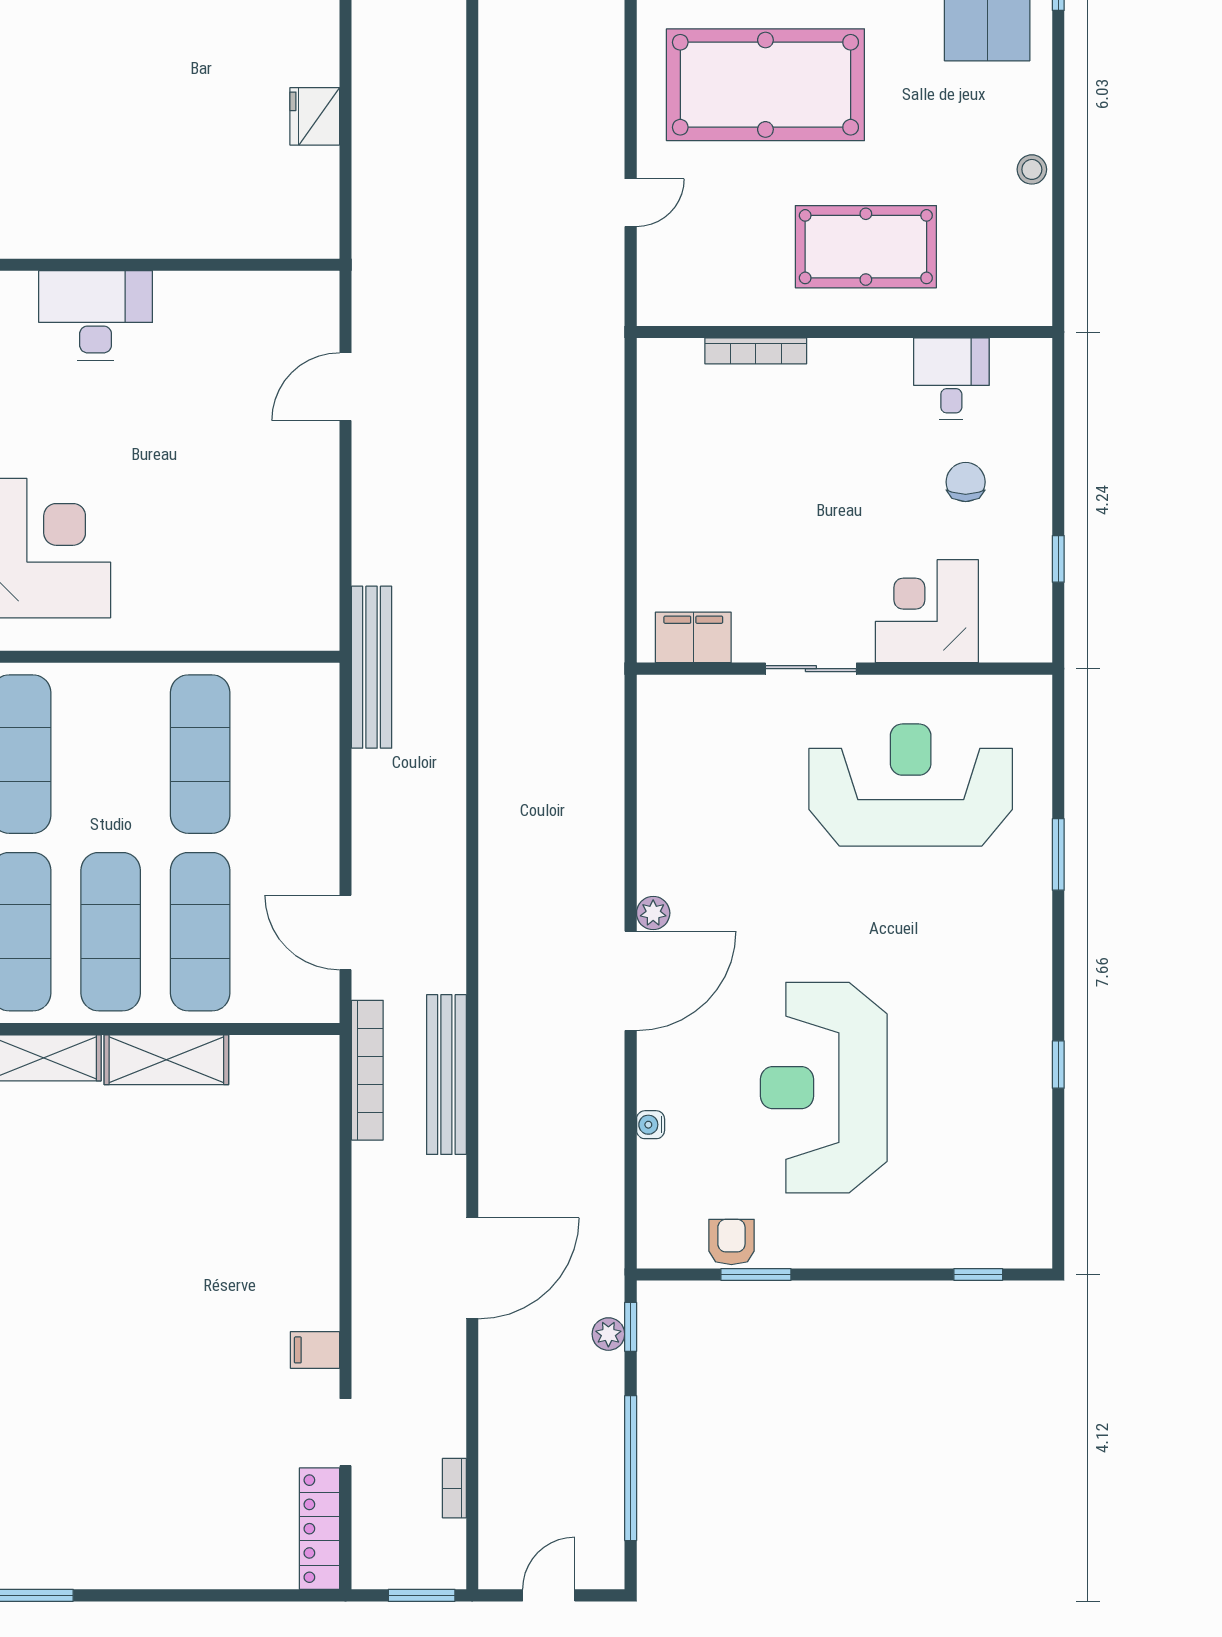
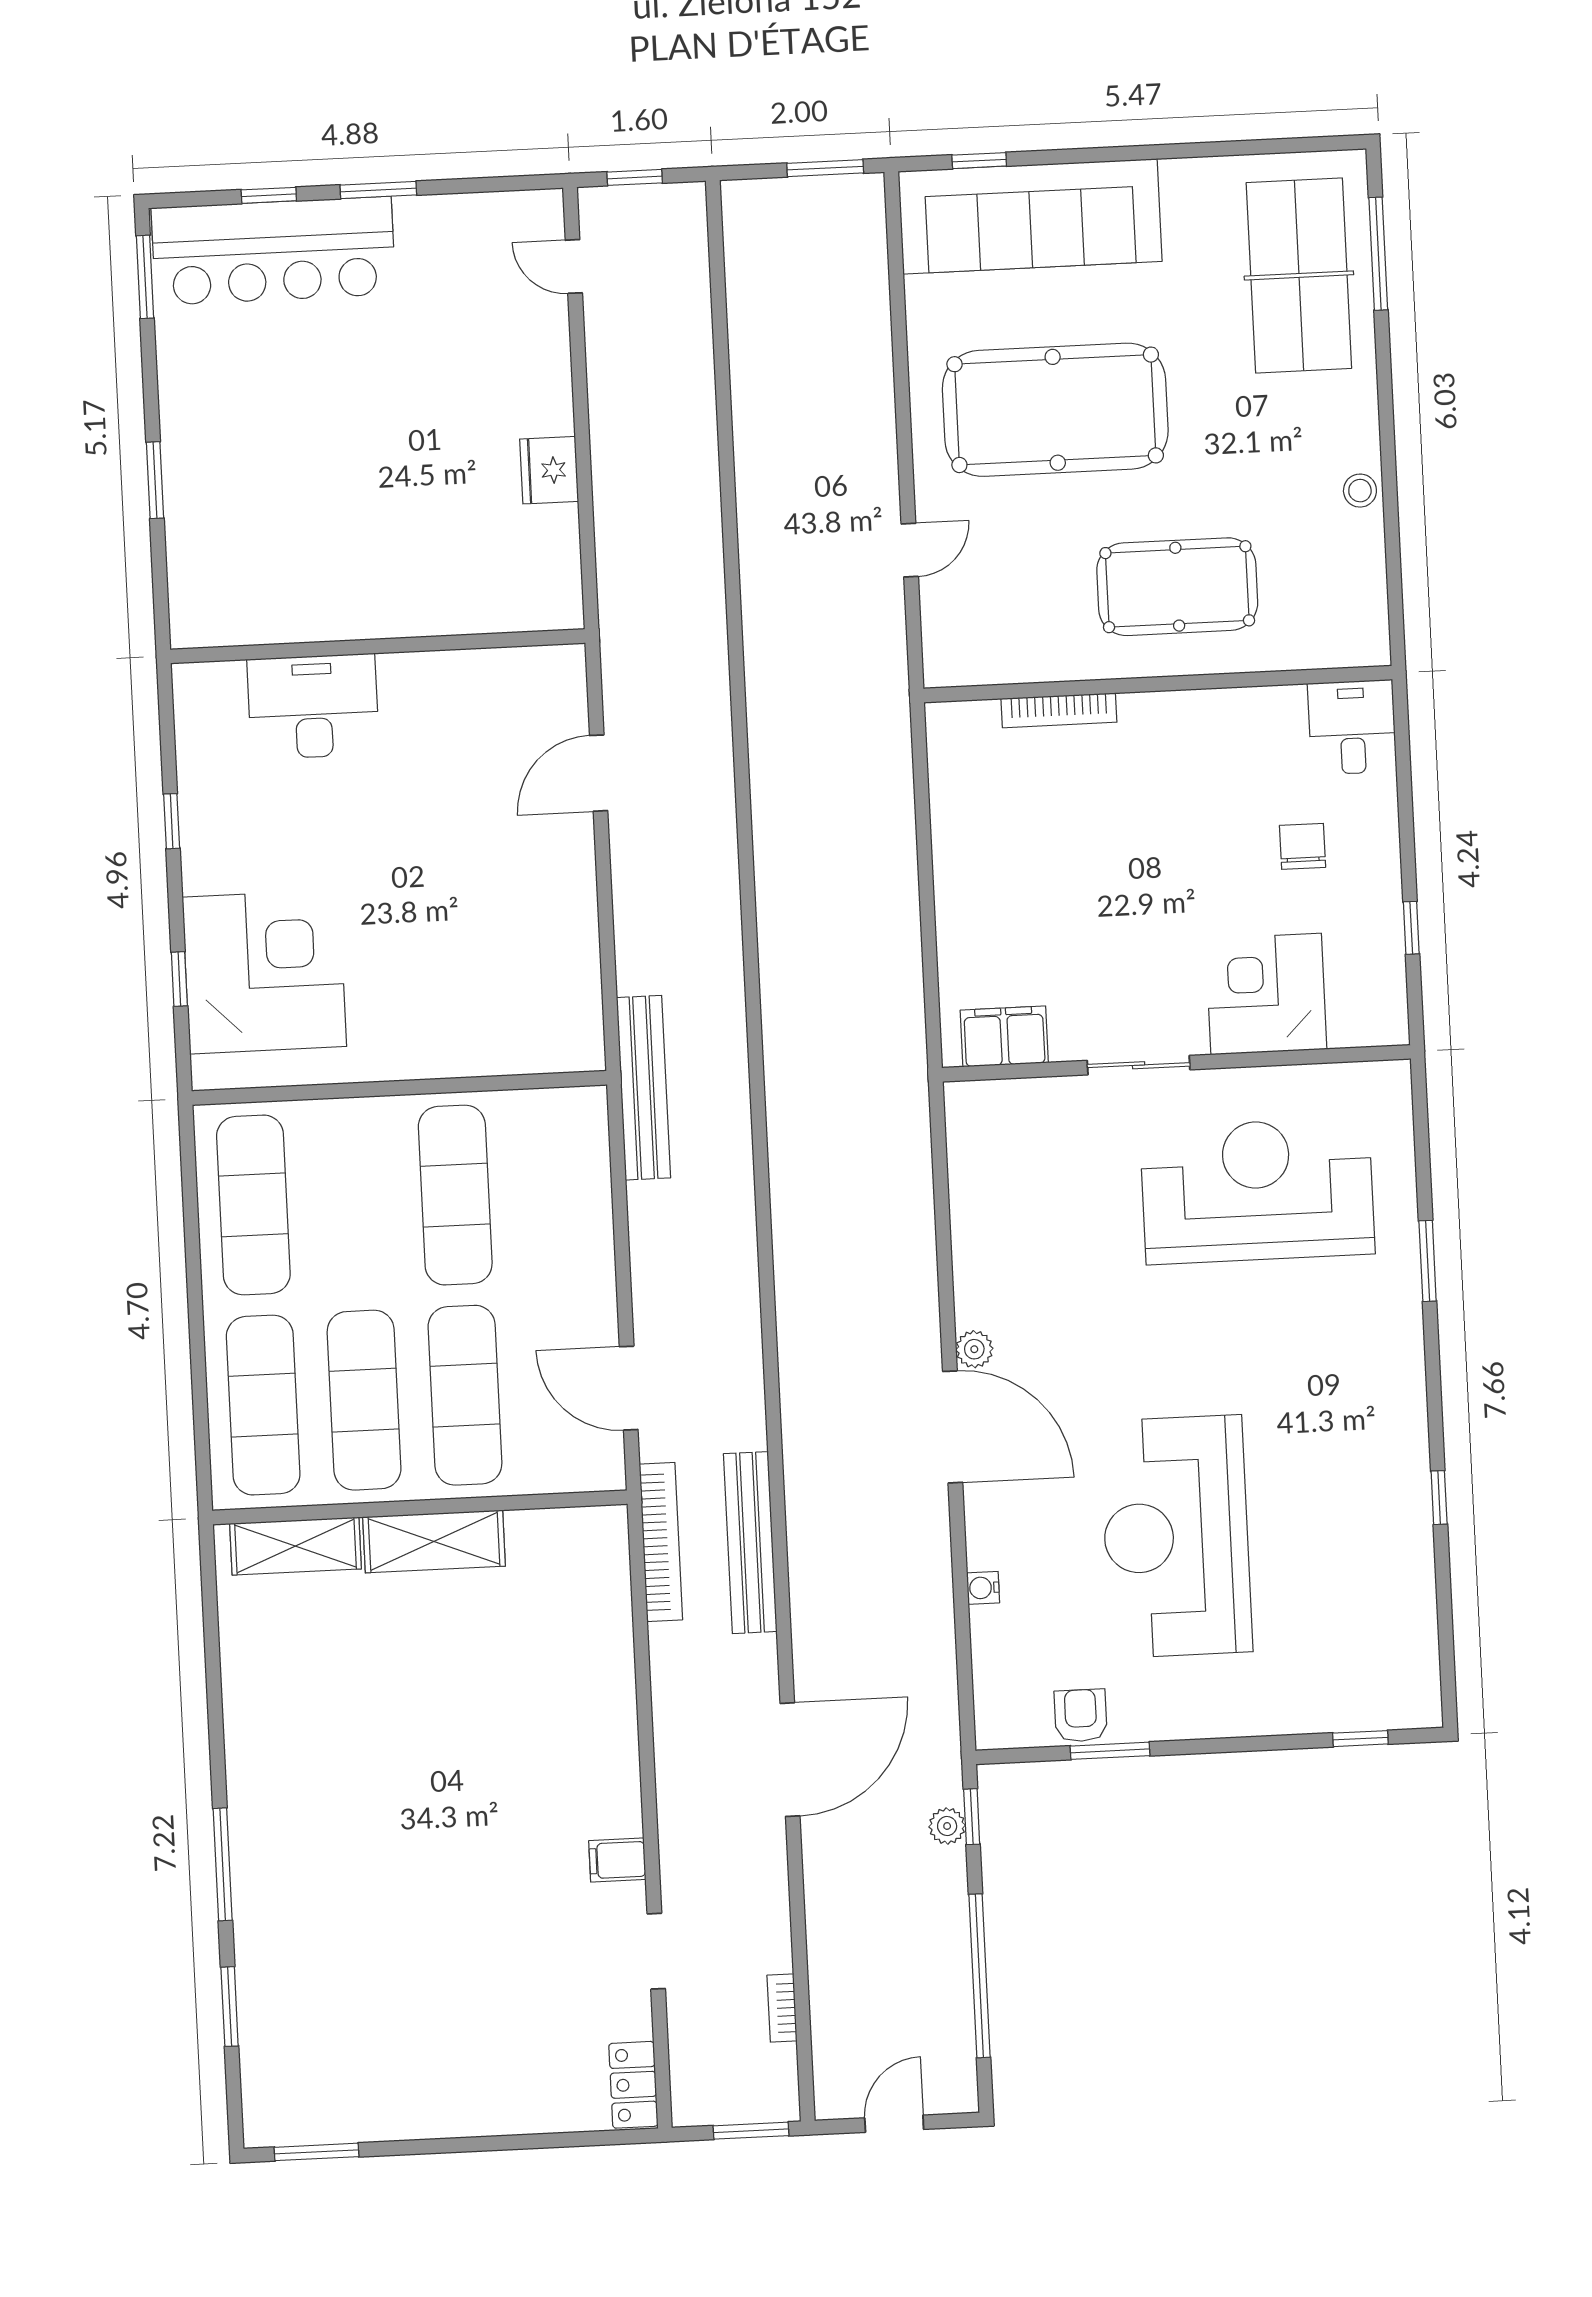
desk: (951, 379) -> (1352, 727), moved
door: (631, 981) -> (953, 1427), hinge flipped
locker: (319, 1529) -> (633, 2085), width x0.66

